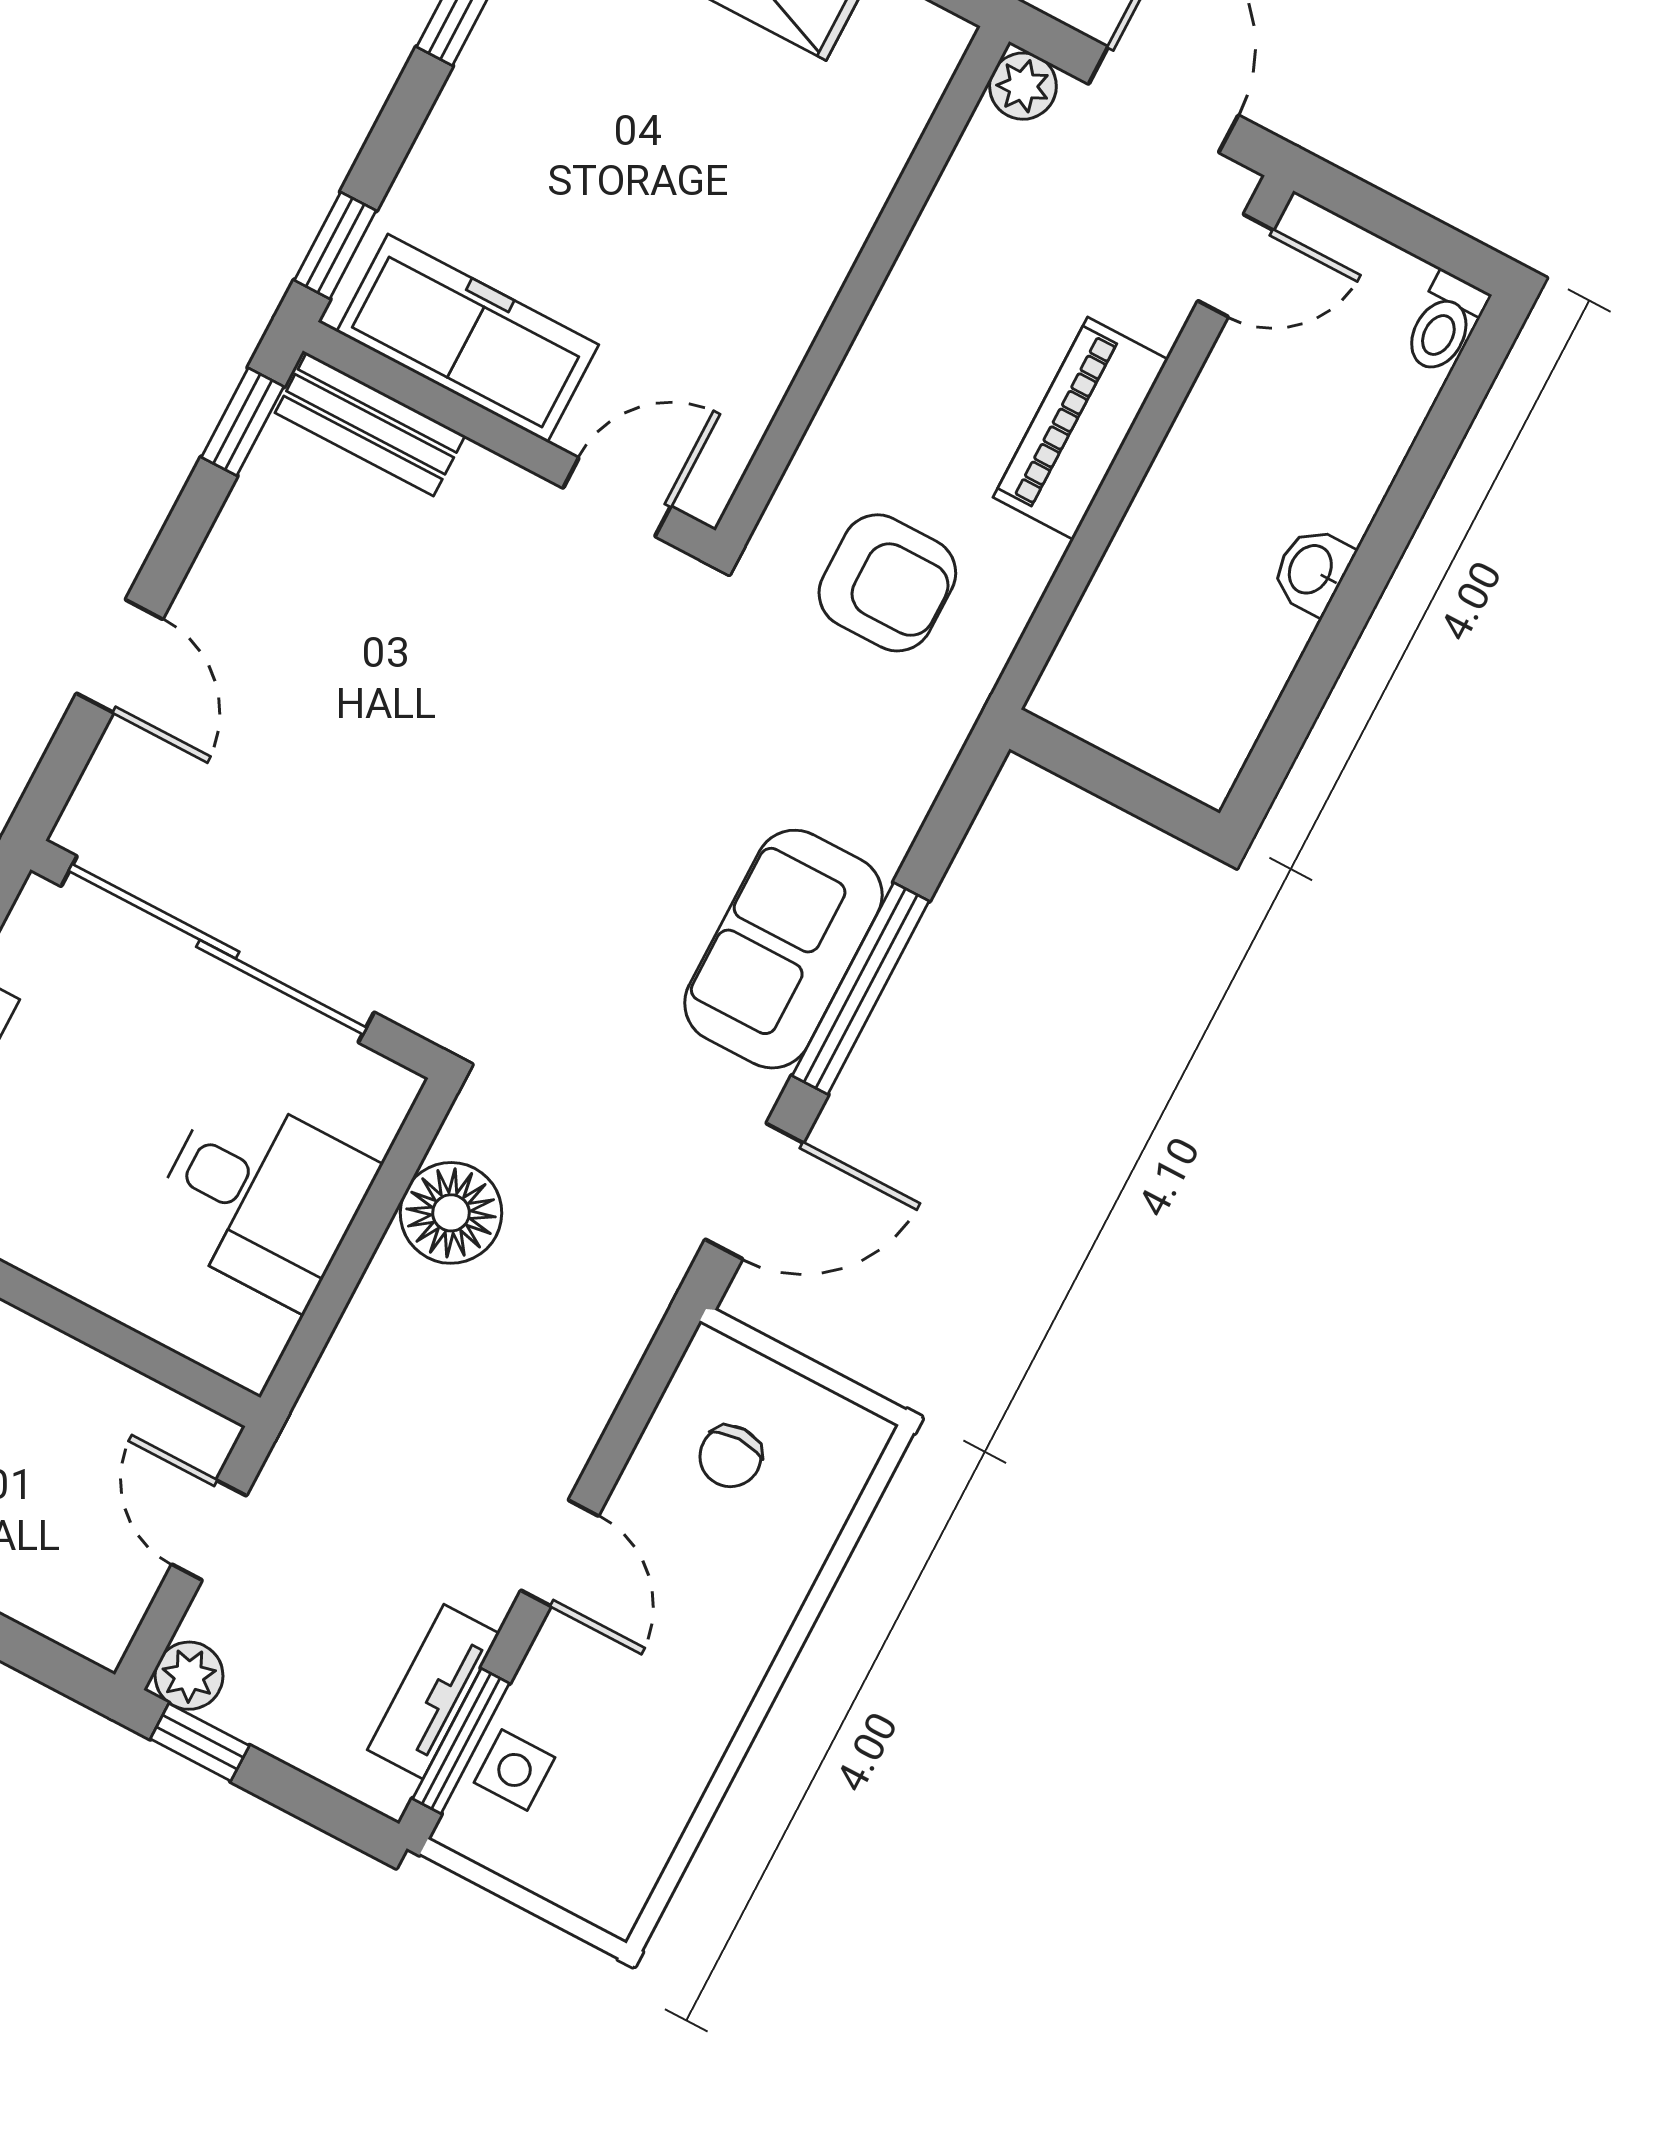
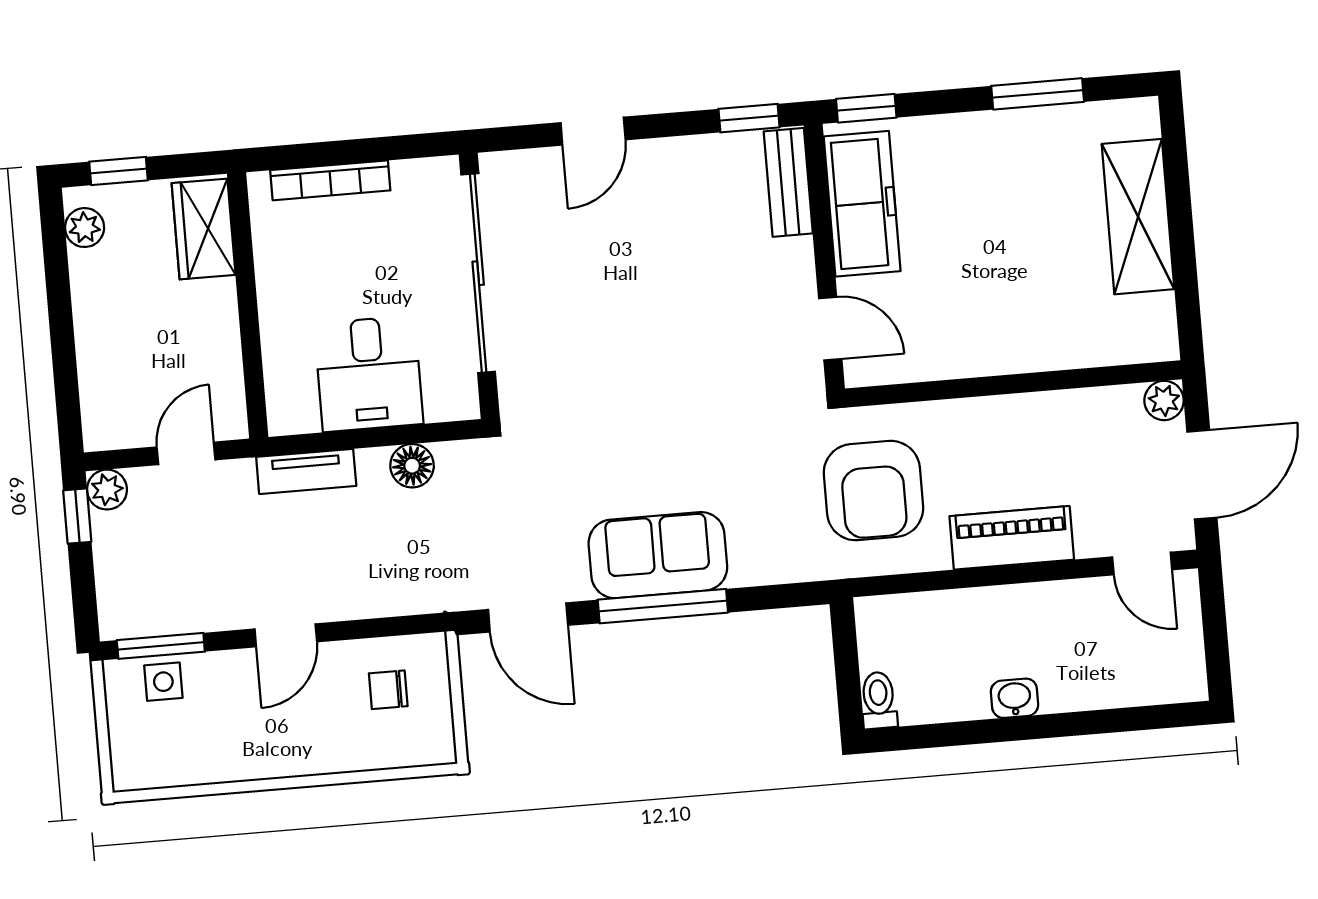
toilet: (1445, 323) -> (879, 700), moved, turned 90
armchair: (887, 583) -> (873, 491), width x1.36, depth x1.36
floor lamp: (451, 1213) -> (412, 466), width x0.73, depth x0.73
tv unit: (433, 1692) -> (306, 471), moved, turned 180

